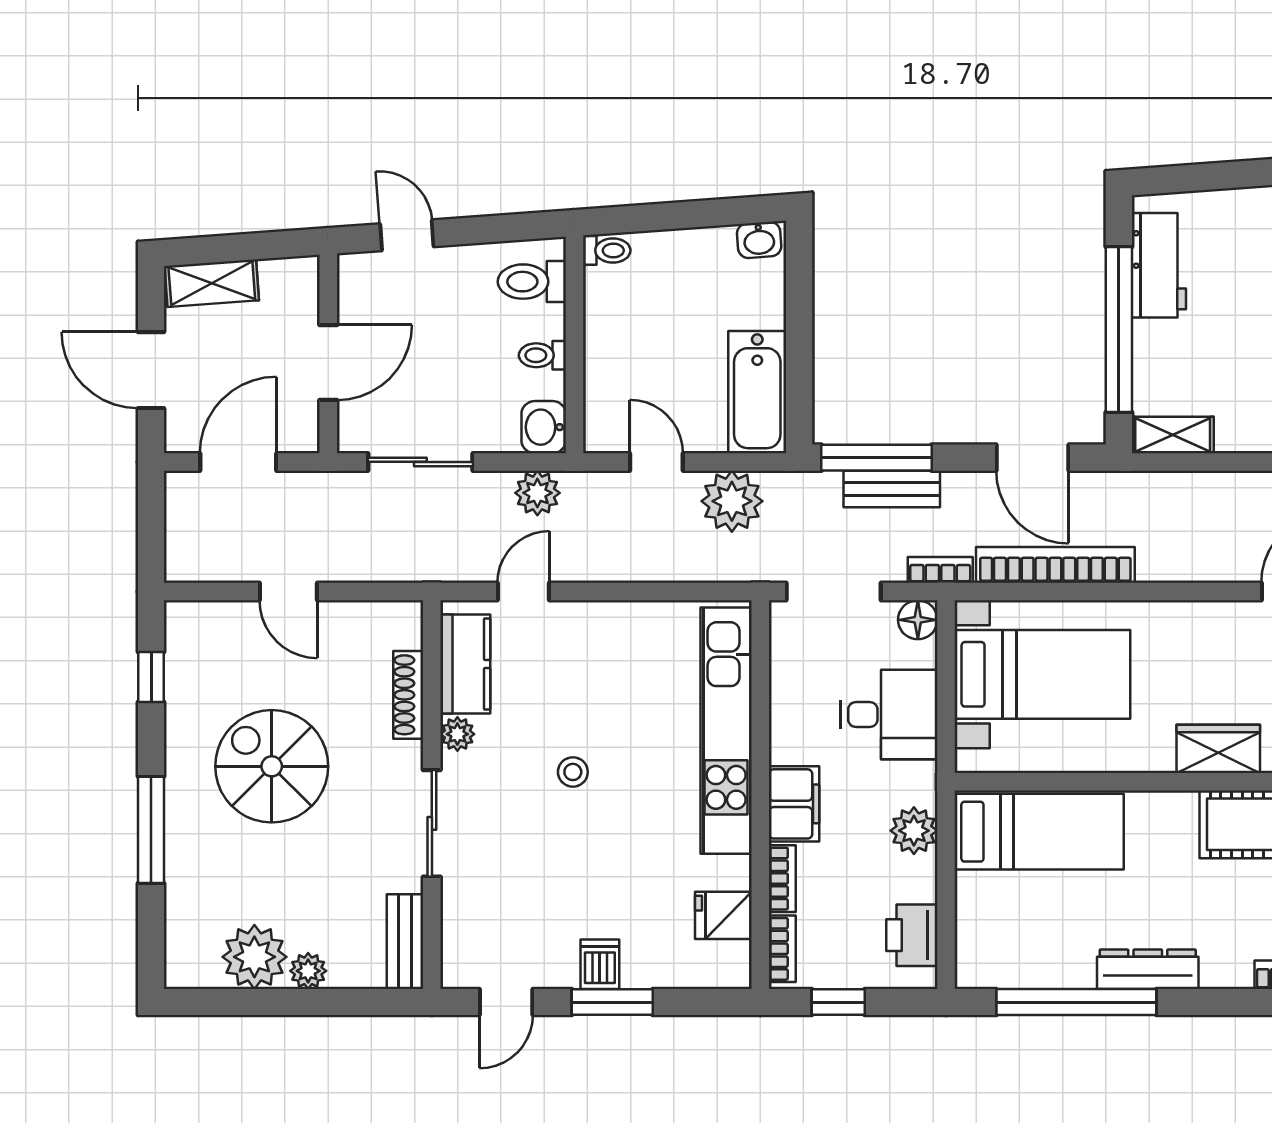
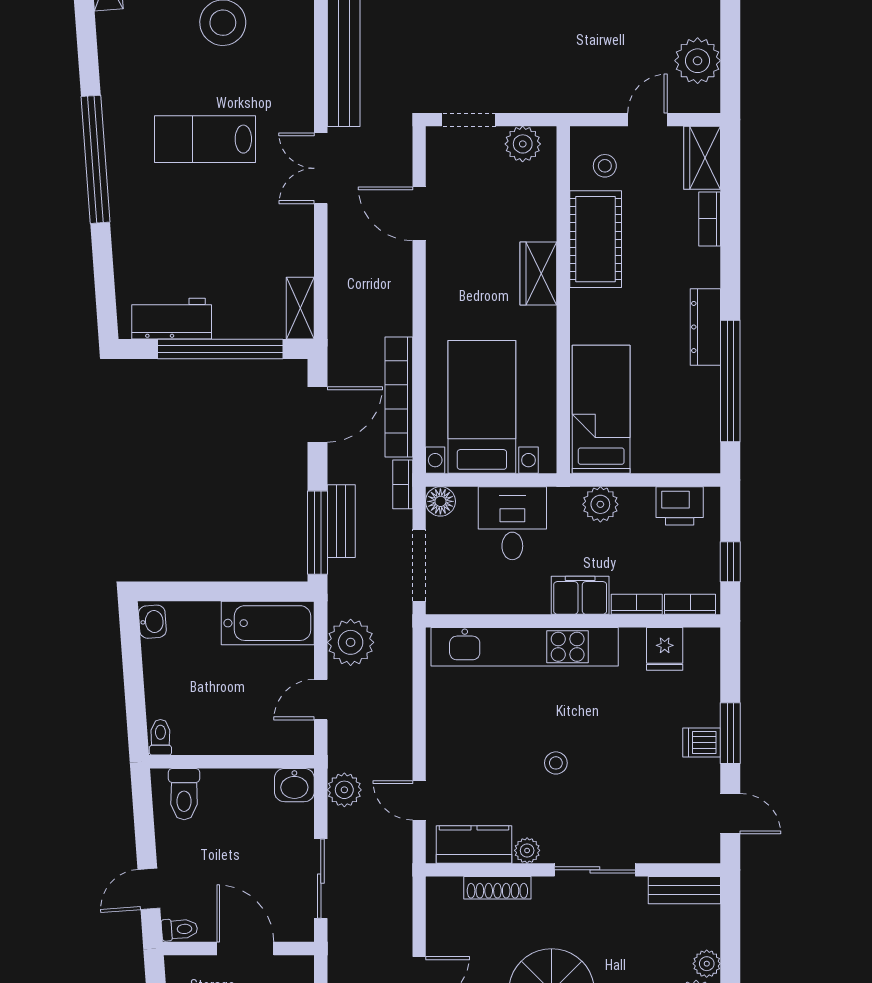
toilet: (542, 355) -> (180, 929), moved, turned -94

